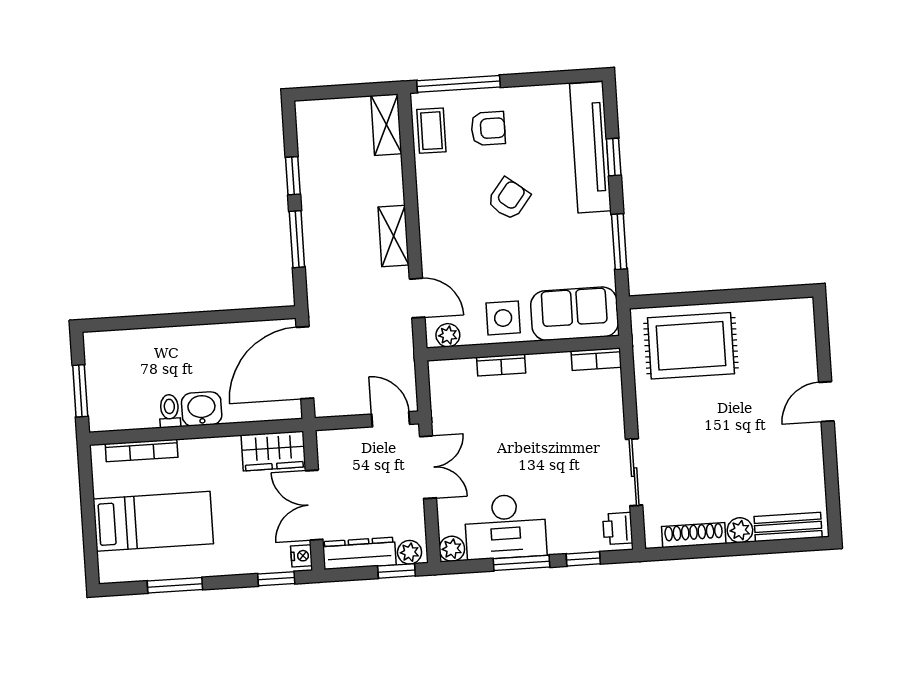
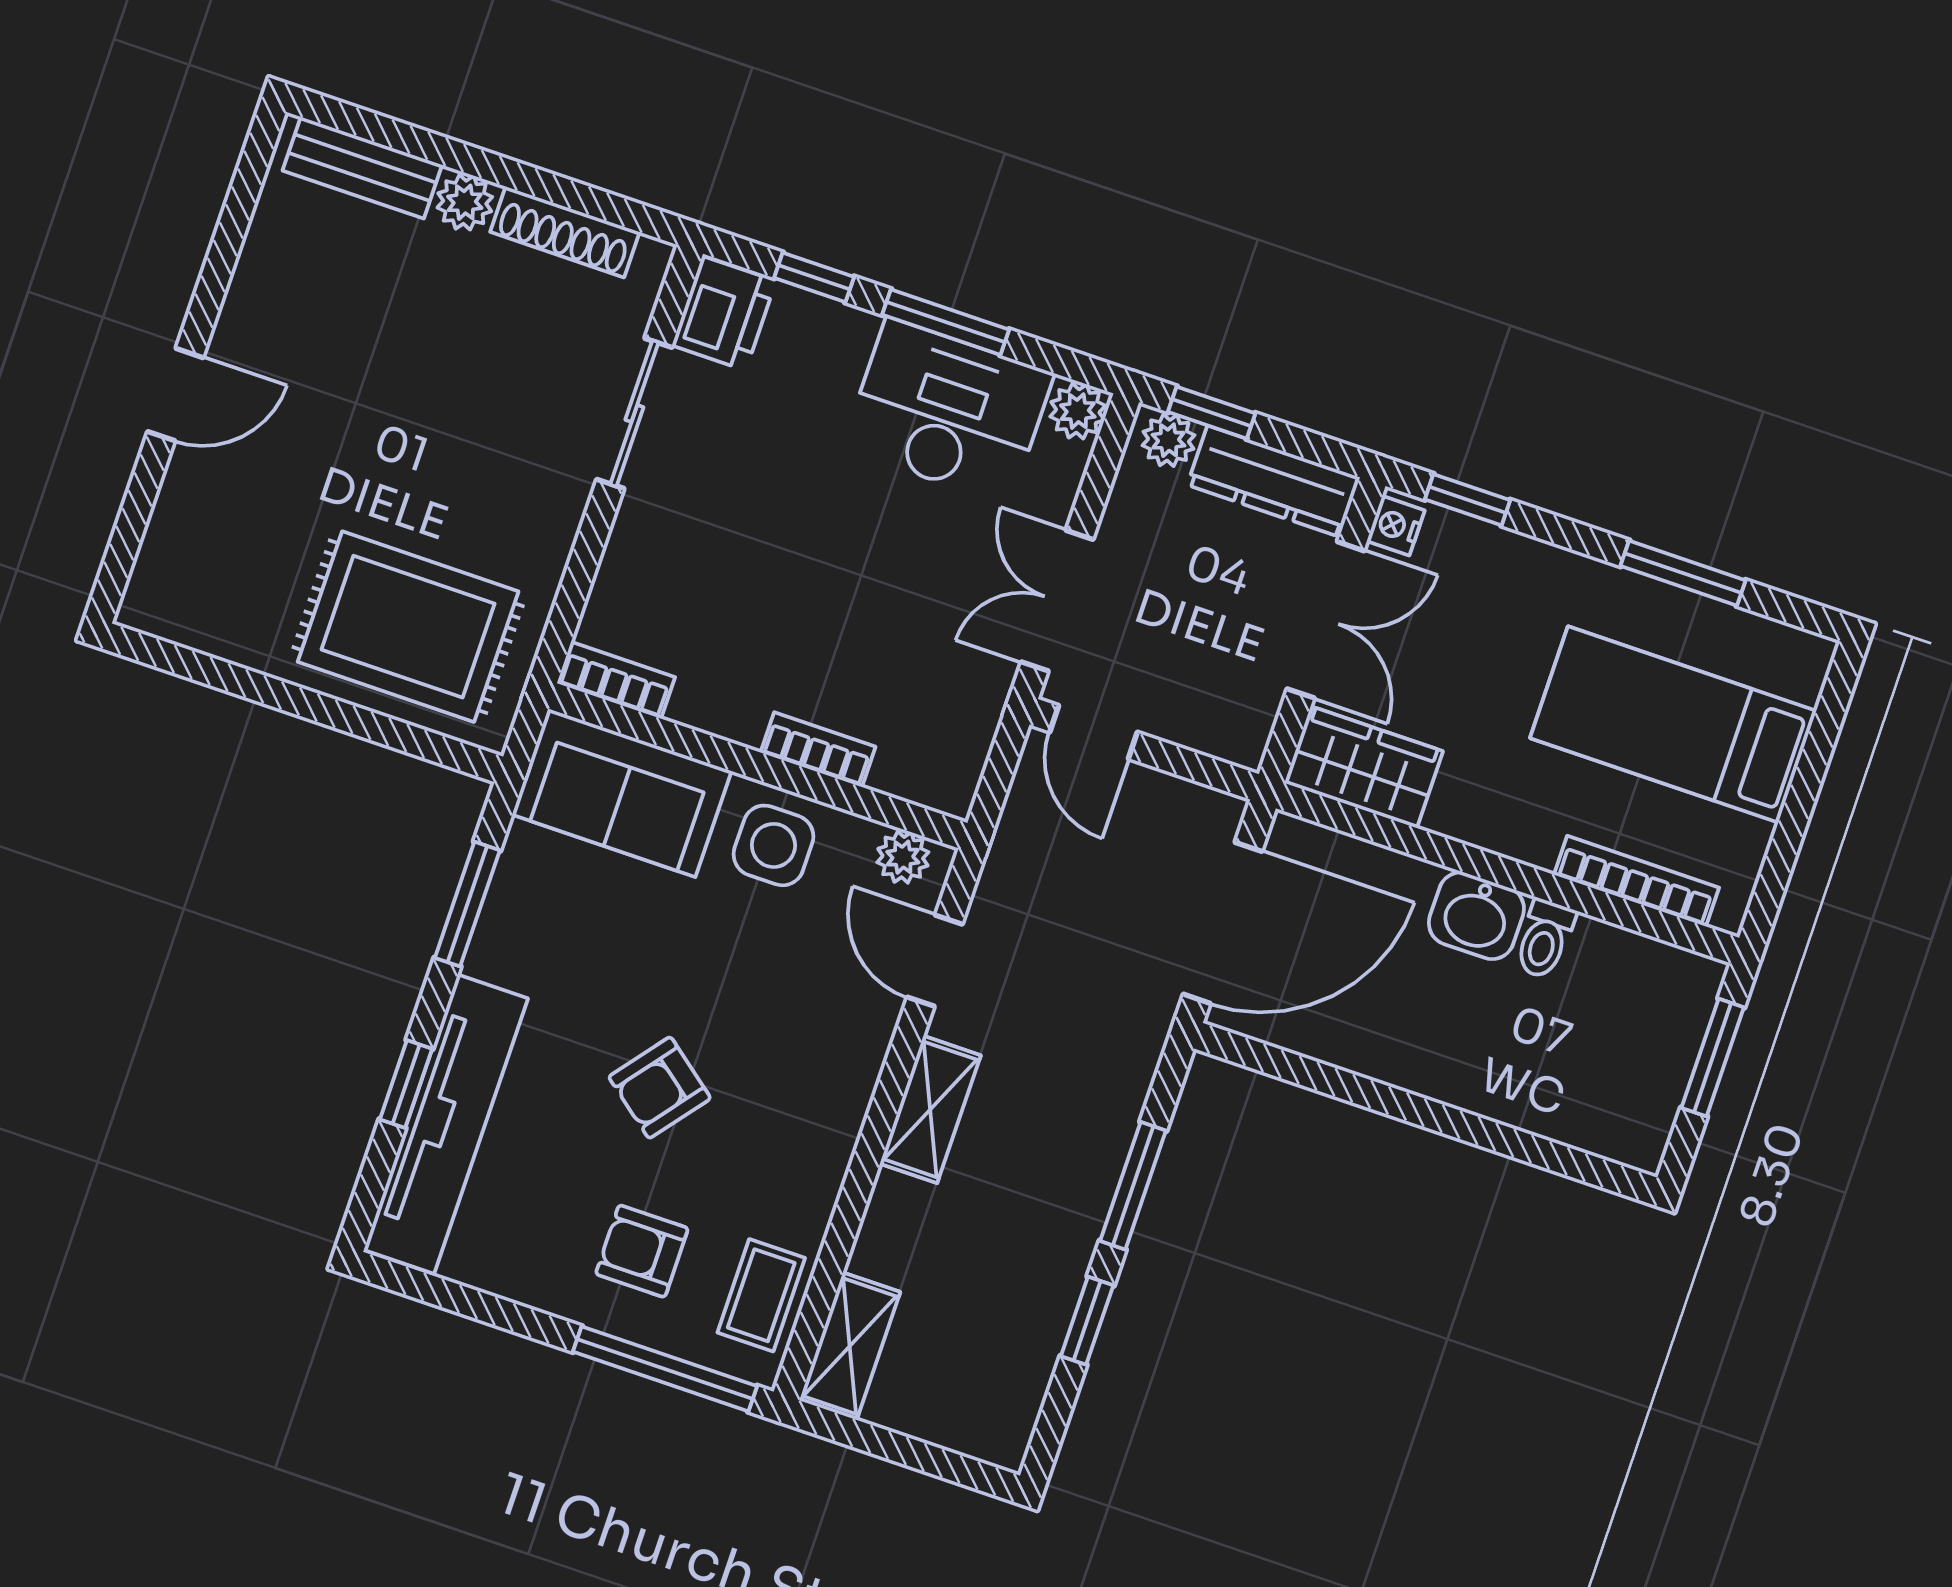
printer: (618, 529) -> (724, 313), width x1.36, depth x1.24

